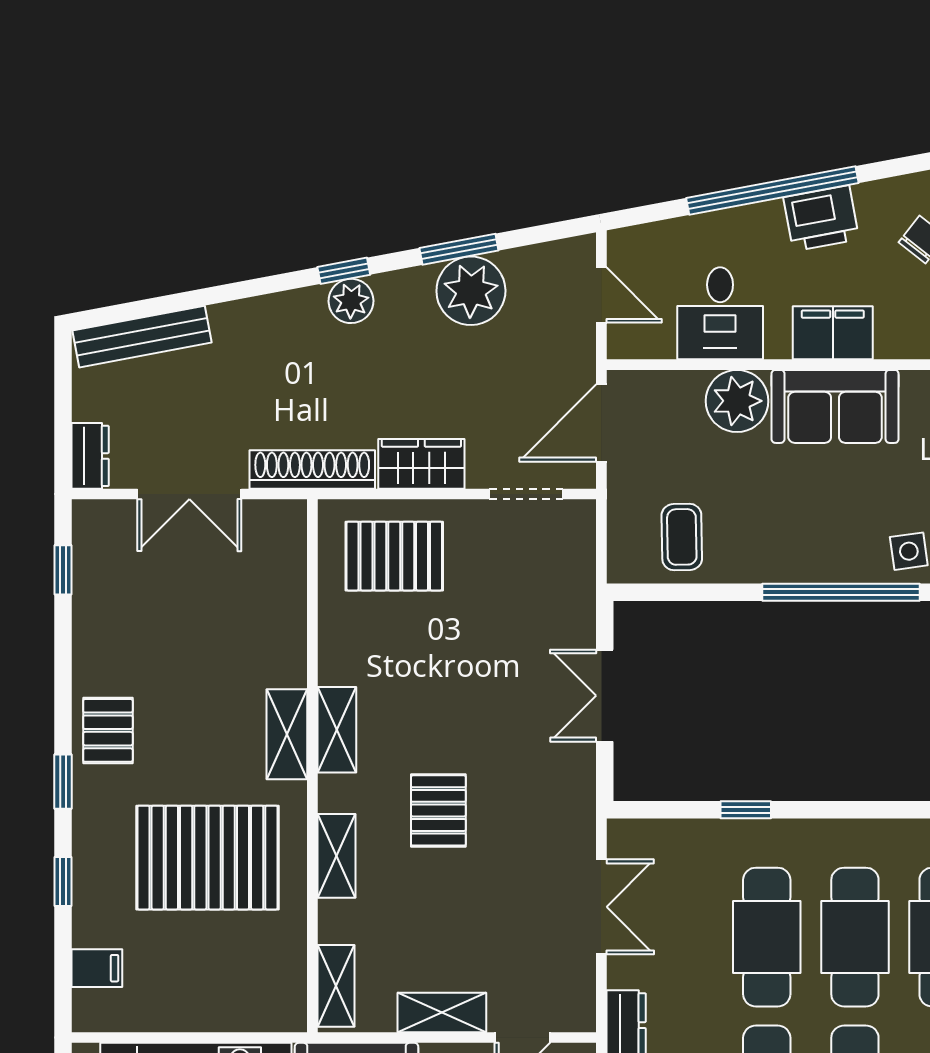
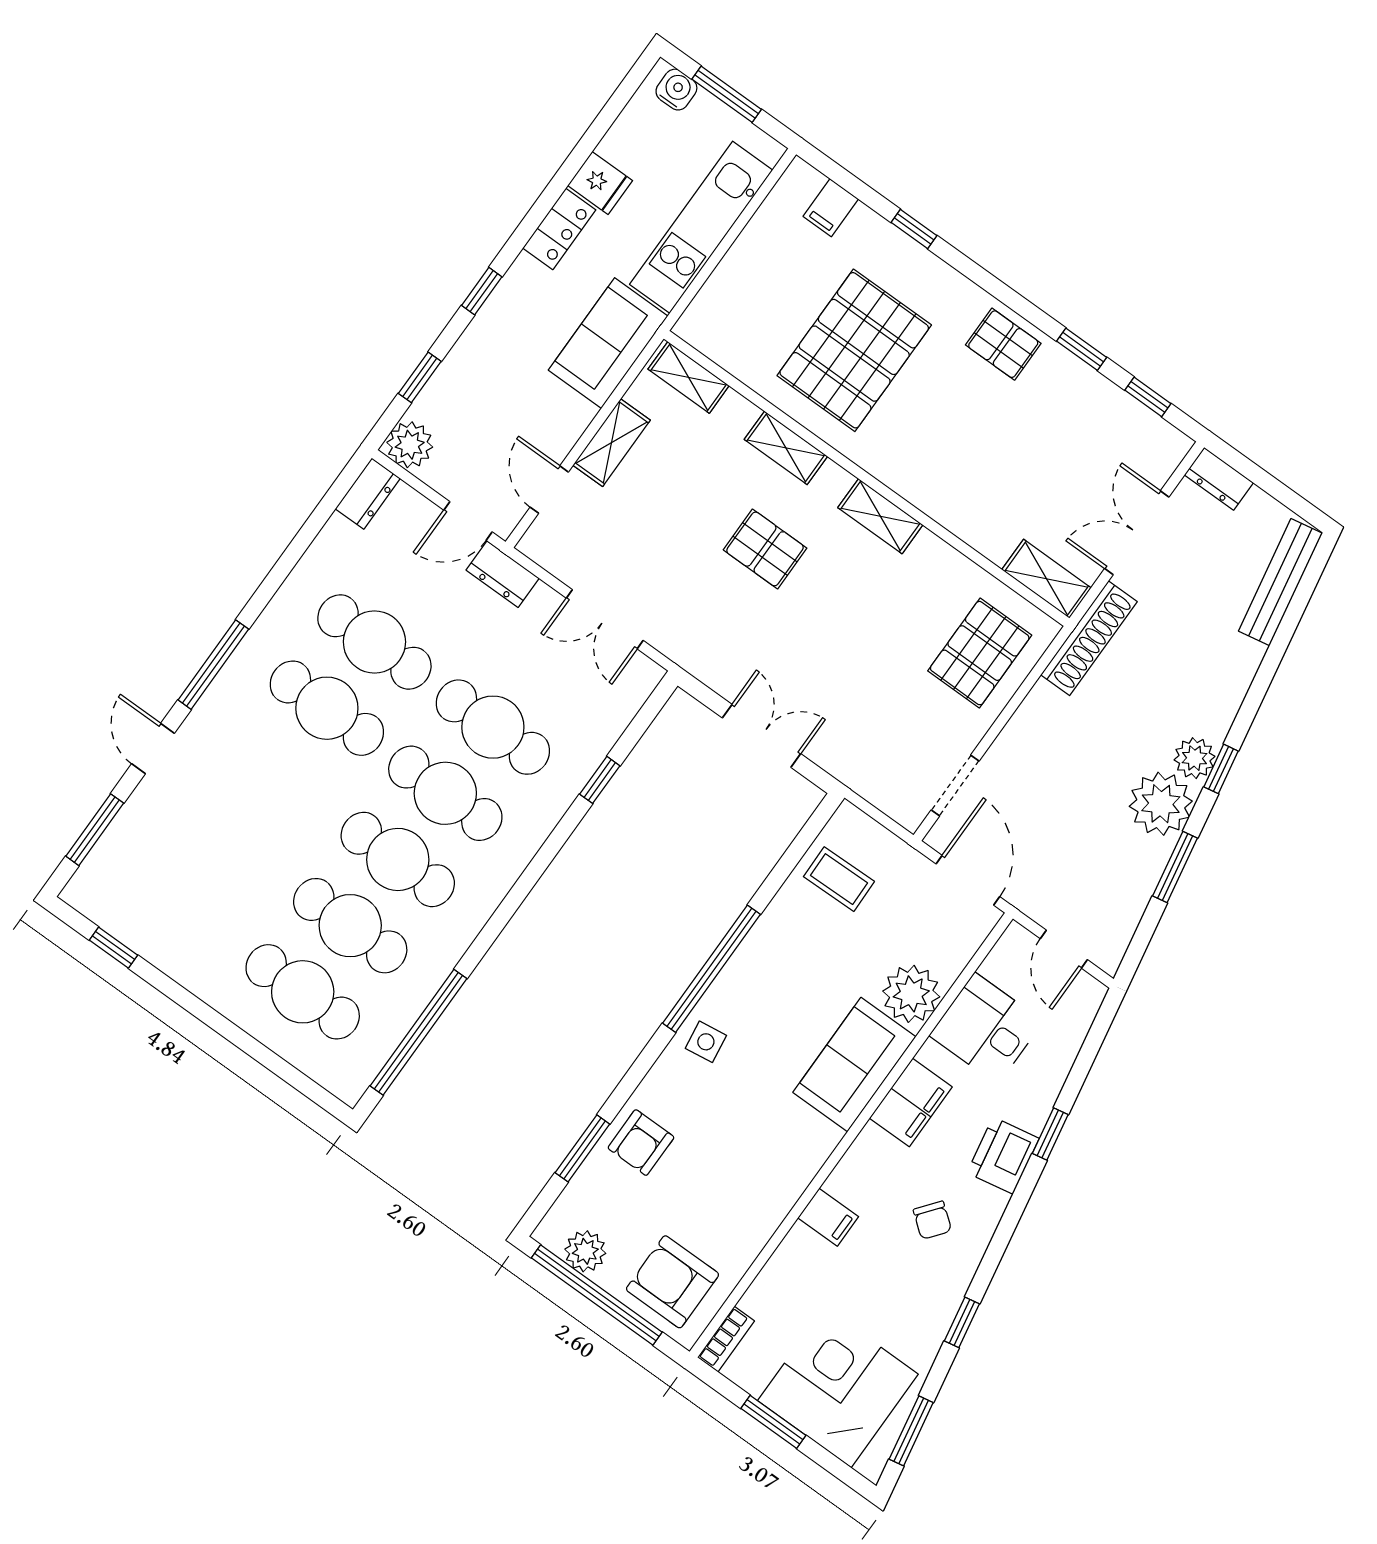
window: (772, 190) -> (1050, 1134), width x0.32
plant: (471, 291) -> (1161, 804), moved
door: (601, 295) -> (1064, 949), hinge flipped
wardrobe: (421, 464) -> (1034, 723), removed
shelving: (287, 734) -> (1046, 579), moved
window: (63, 782) -> (1082, 349), moved

